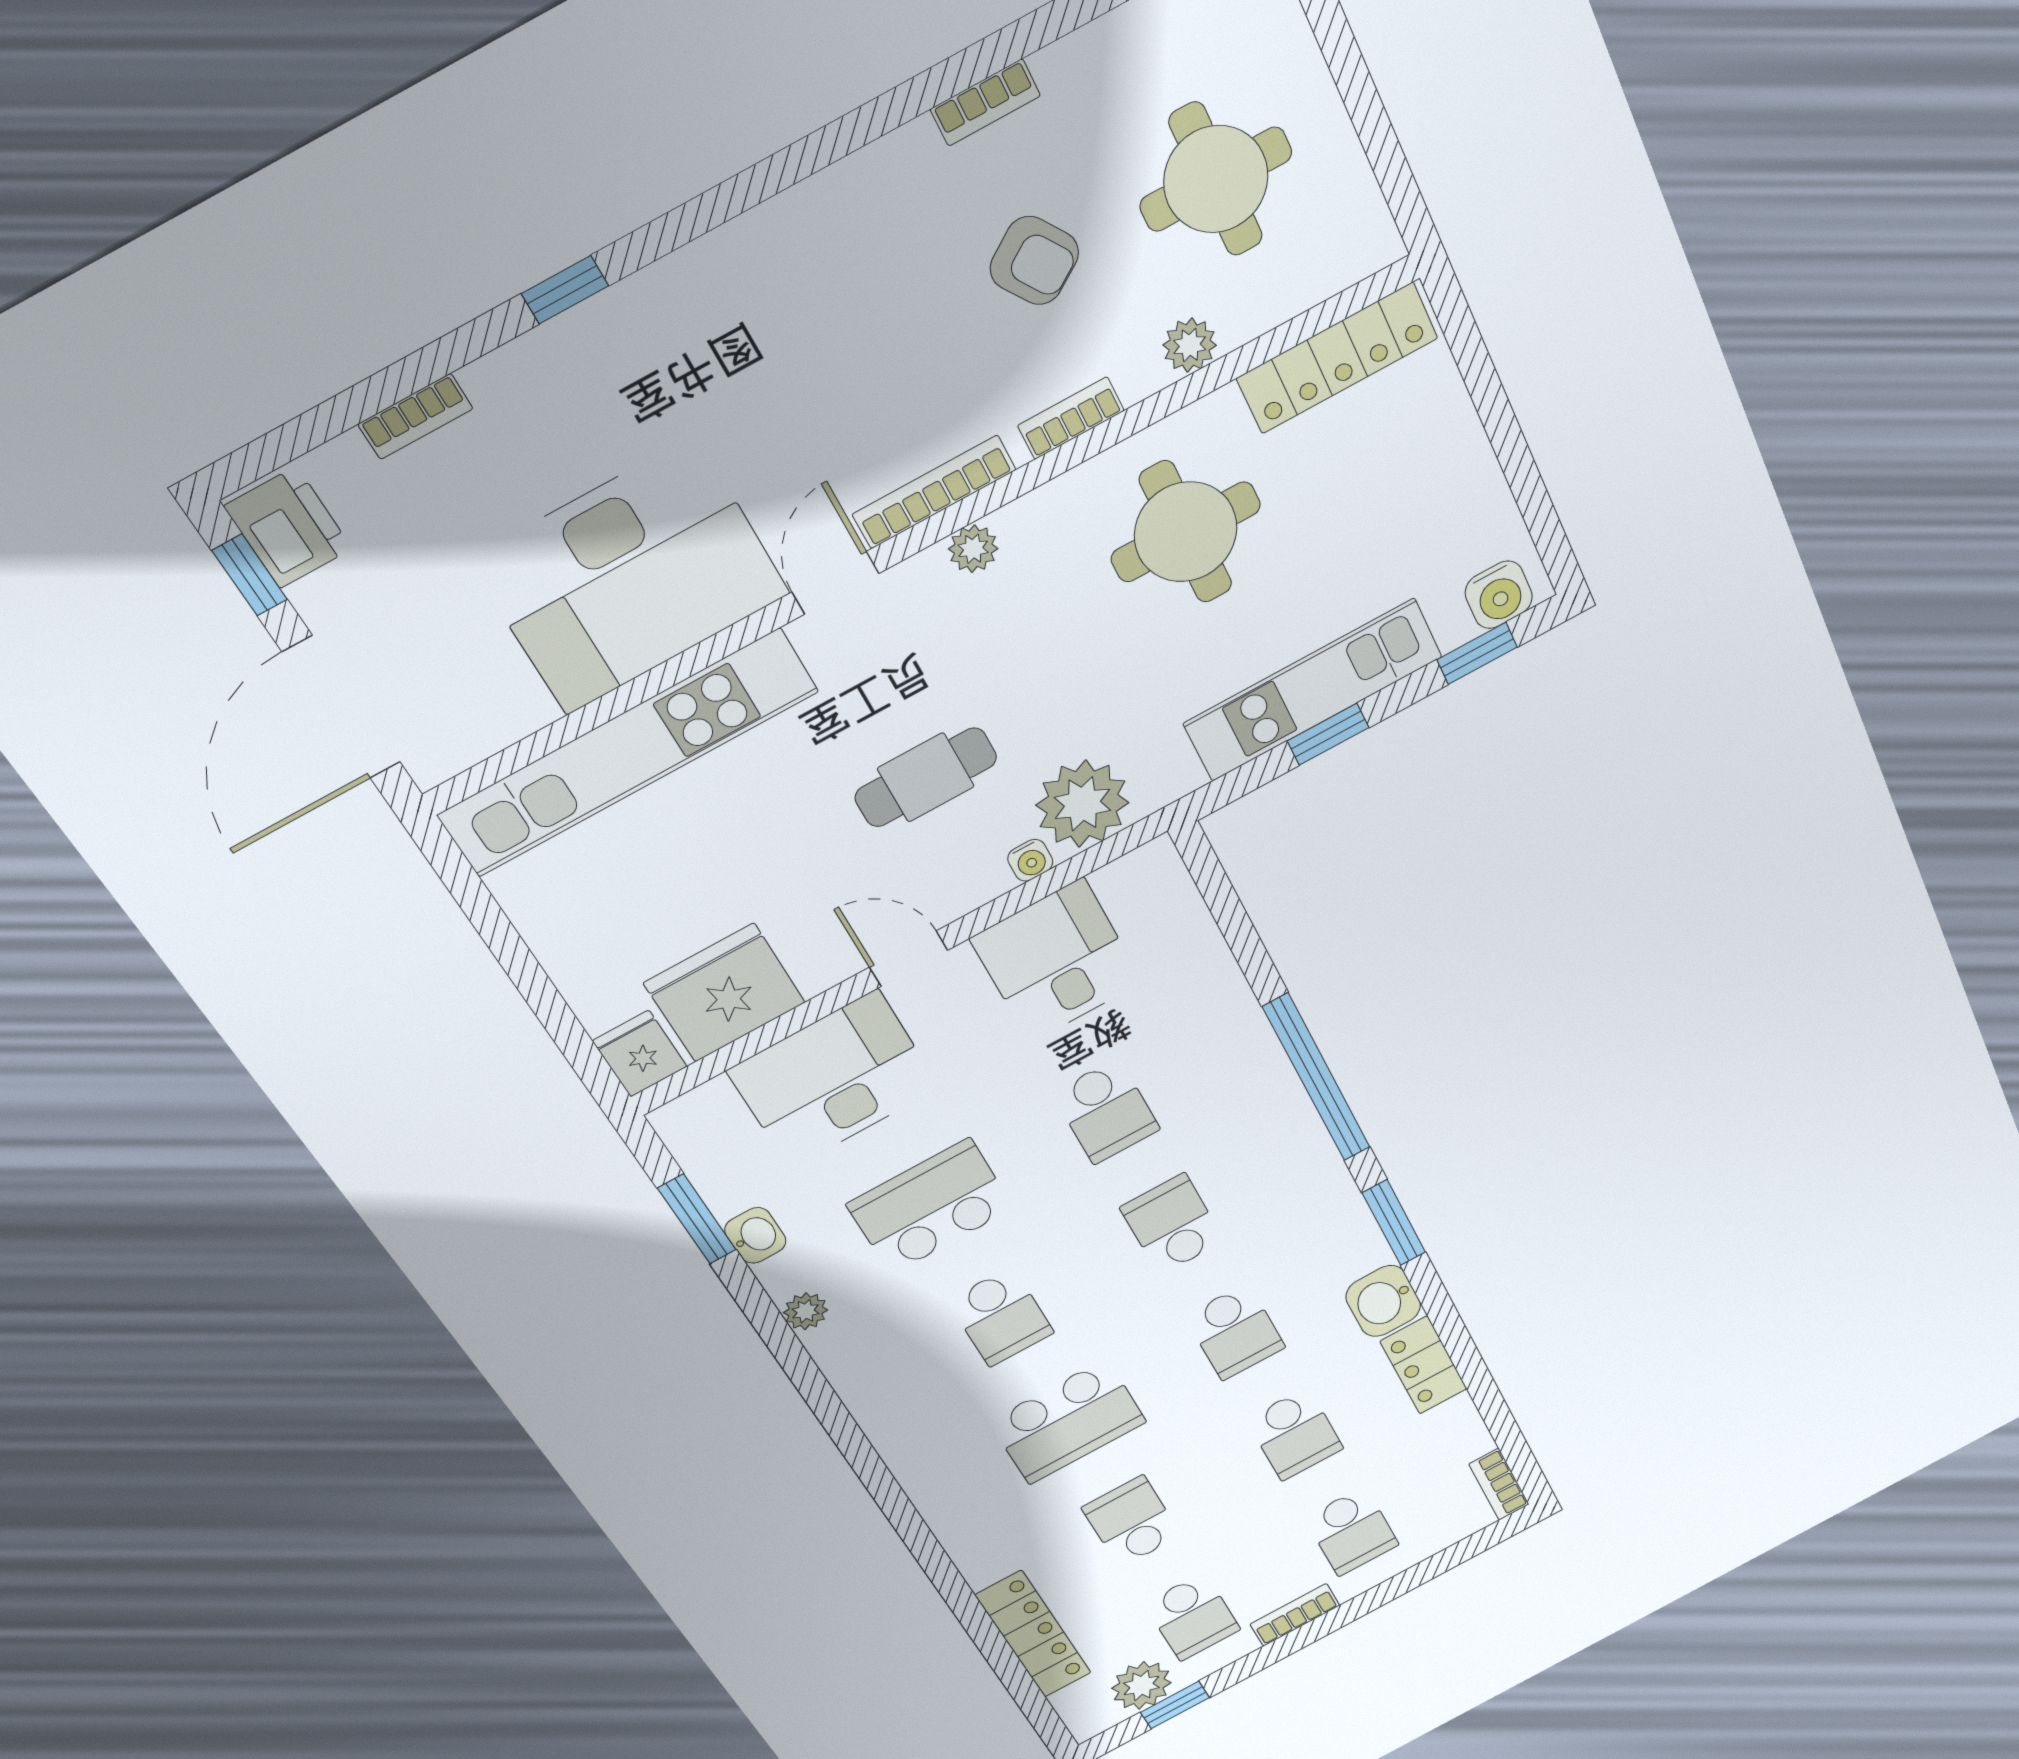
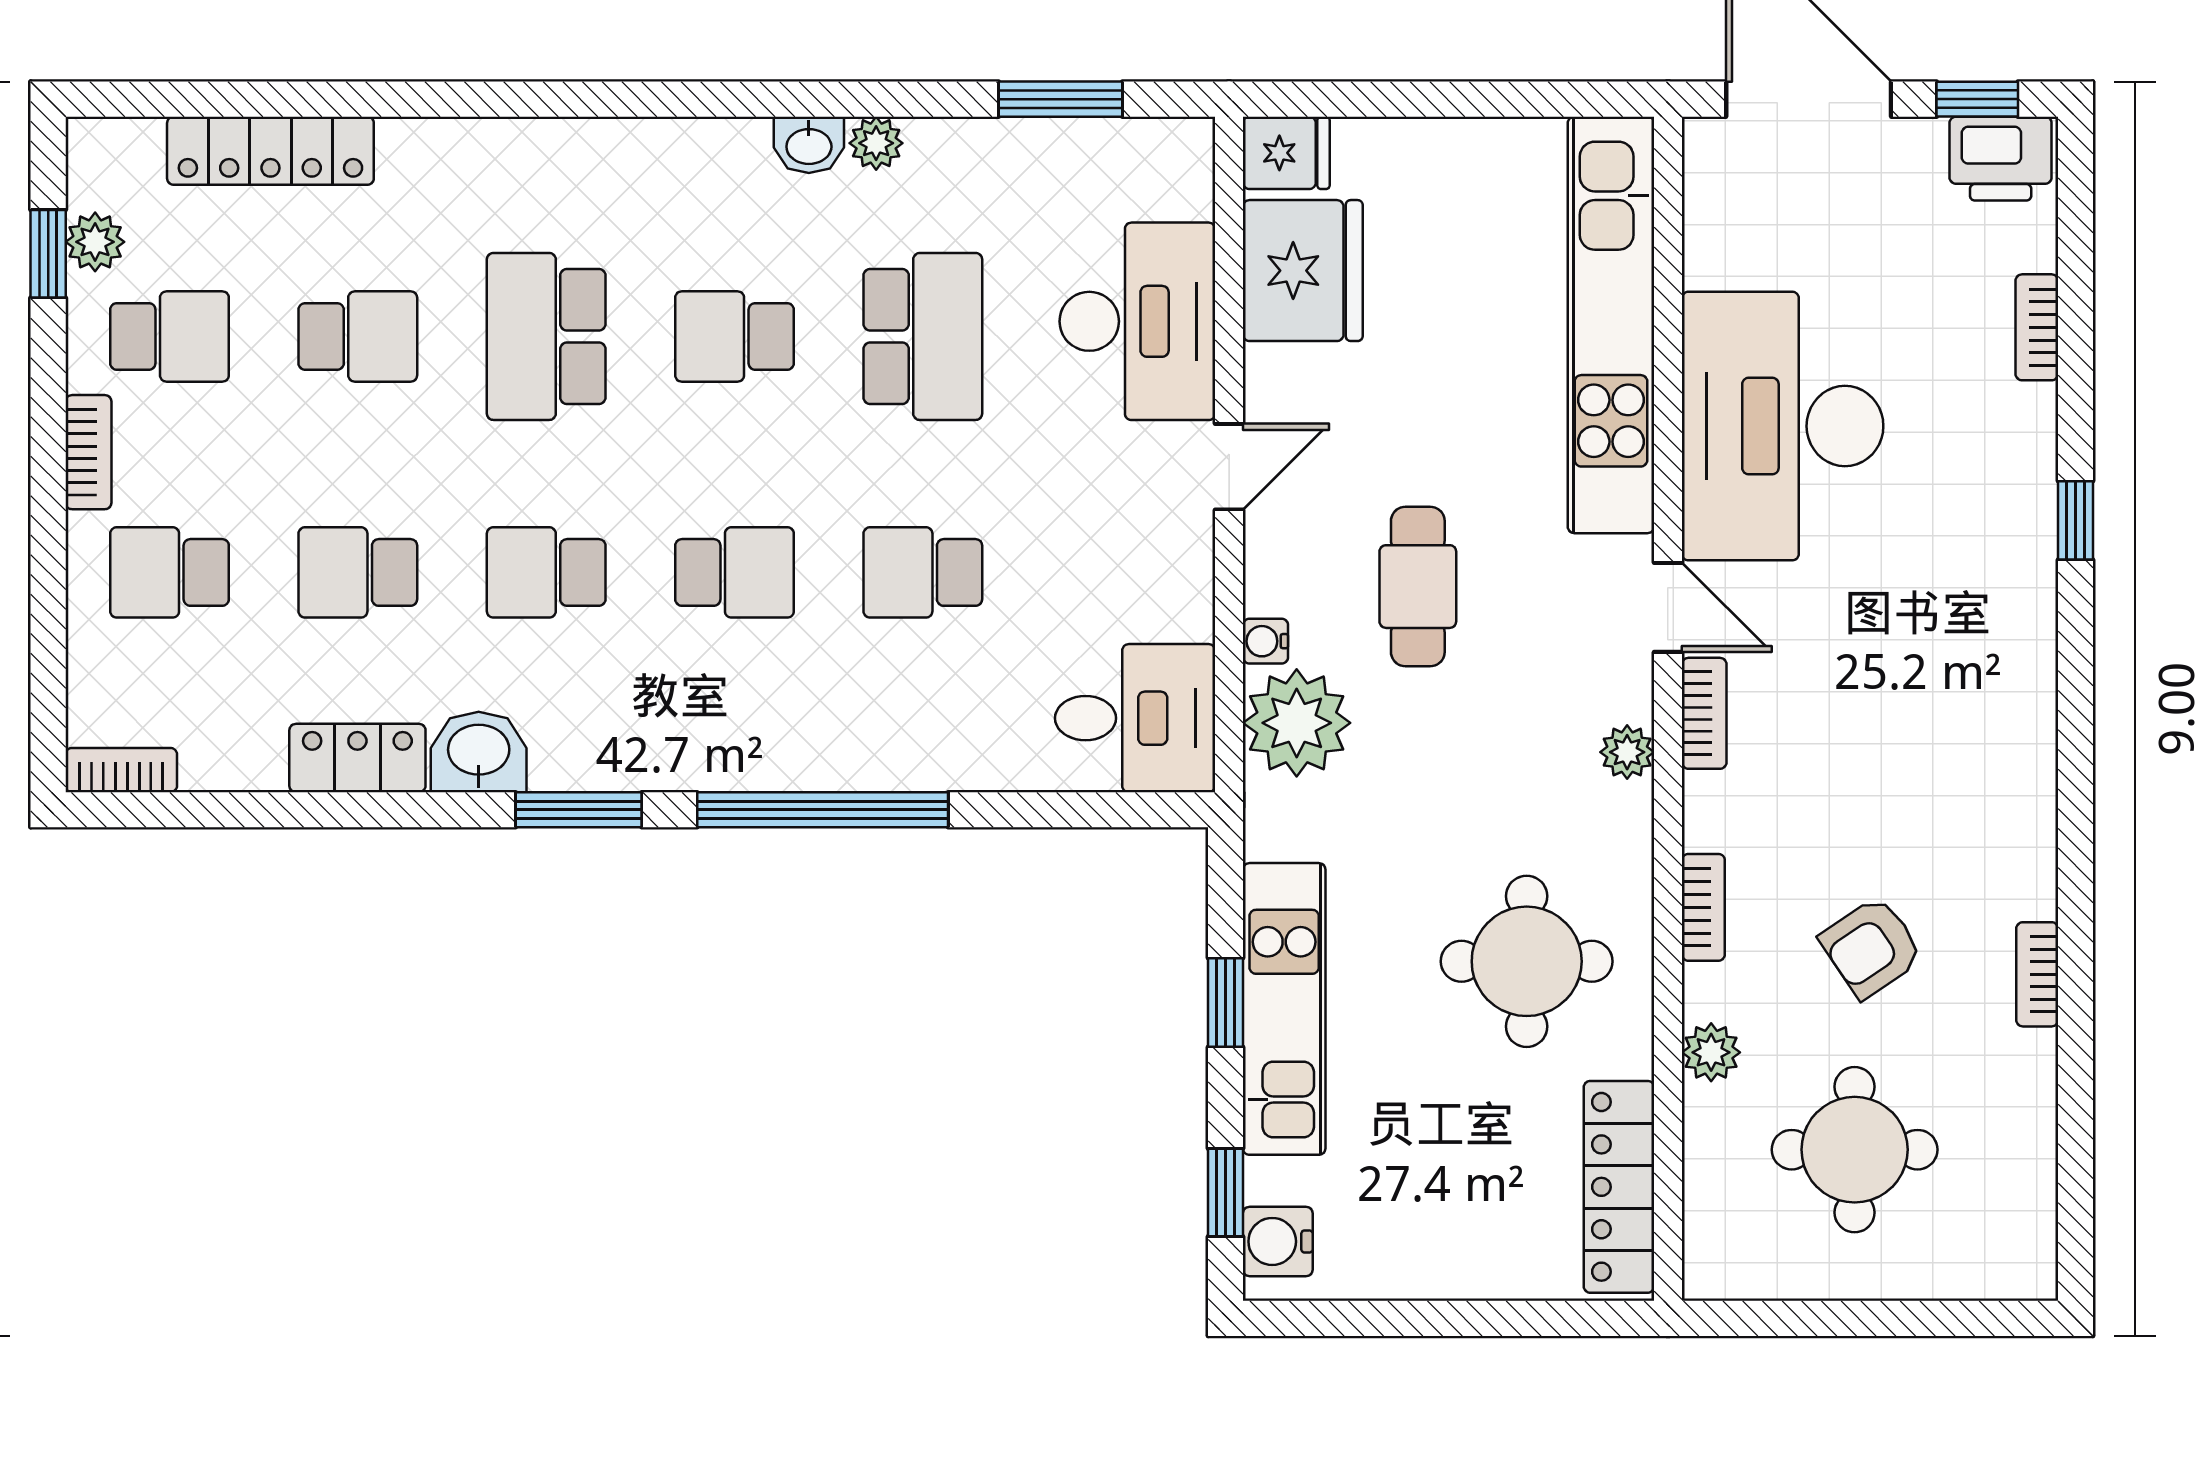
bookcase: (934, 492) -> (1704, 713), width x0.64
desk: (1057, 961) -> (1135, 718), moved
washbasin: (755, 1235) -> (809, 145), moved
school desk: (1192, 1617) -> (170, 336), turned 180
plant: (1141, 1685) -> (95, 242), width x0.73, depth x0.73

